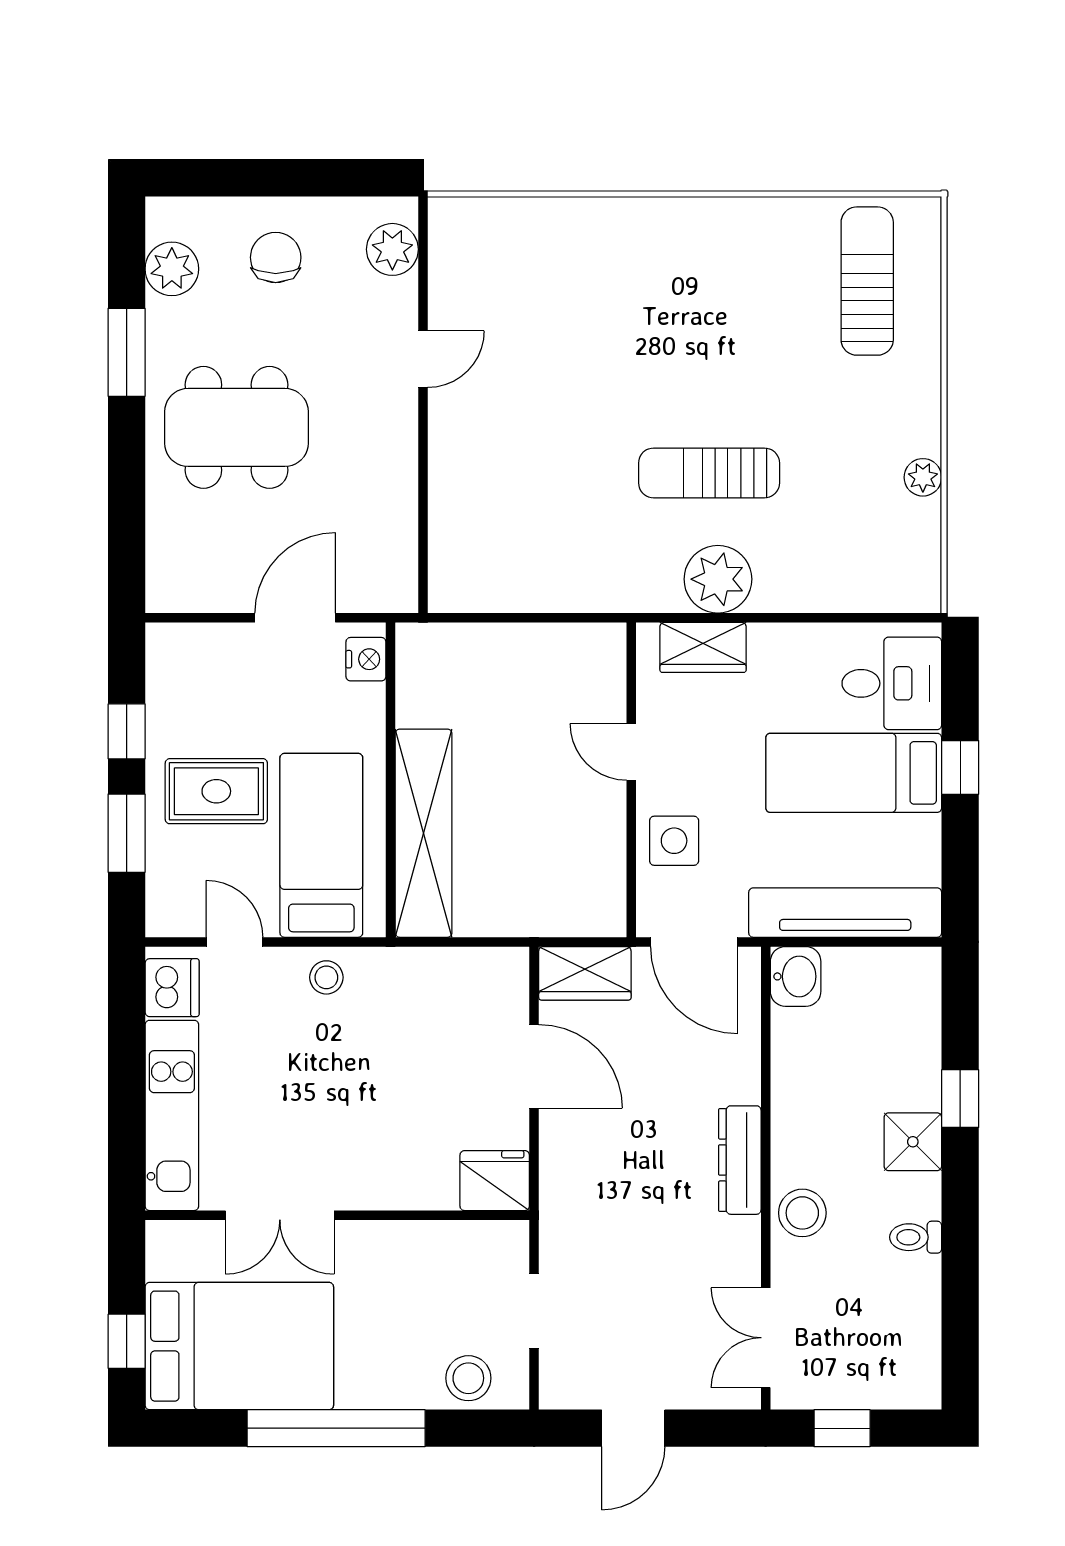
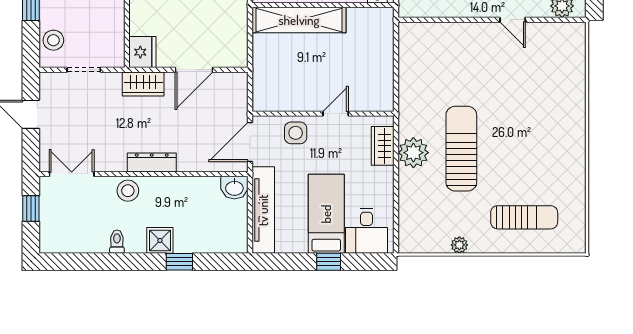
sun lounger: (867, 281) -> (524, 217), moved
sun lounger: (709, 473) -> (461, 149), width x1.36, depth x1.34
wardrobe: (585, 973) -> (143, 84), moved, turned -90

